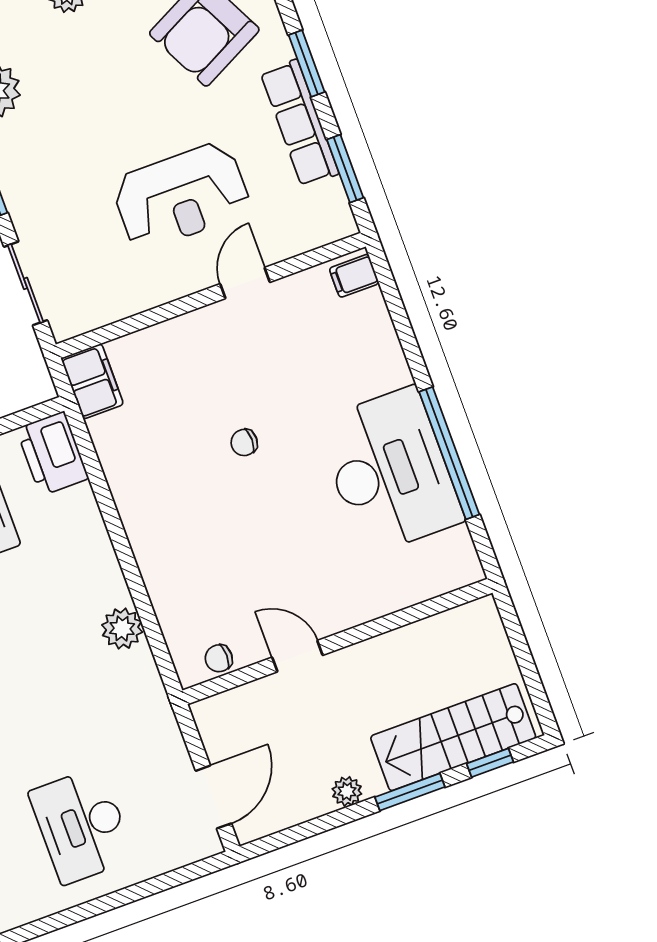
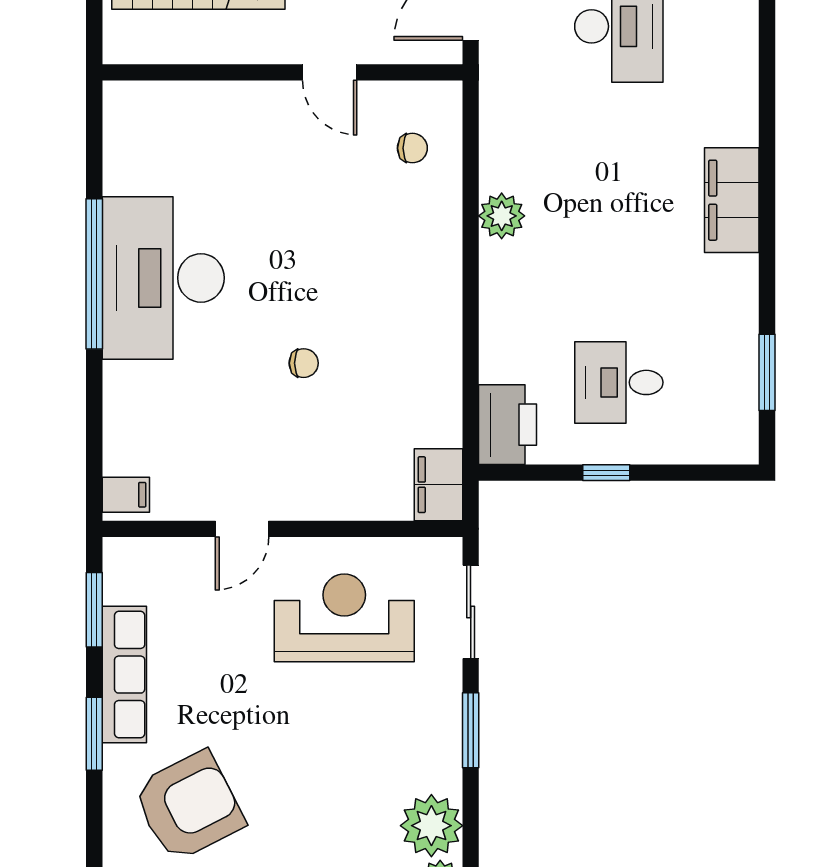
reception desk: (181, 196) -> (344, 618), moved
wall: (337, 642) -> (282, 72), moved
door: (297, 656) -> (330, 72), moved

